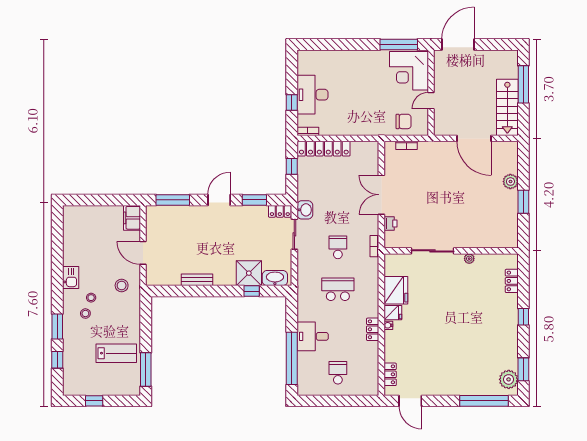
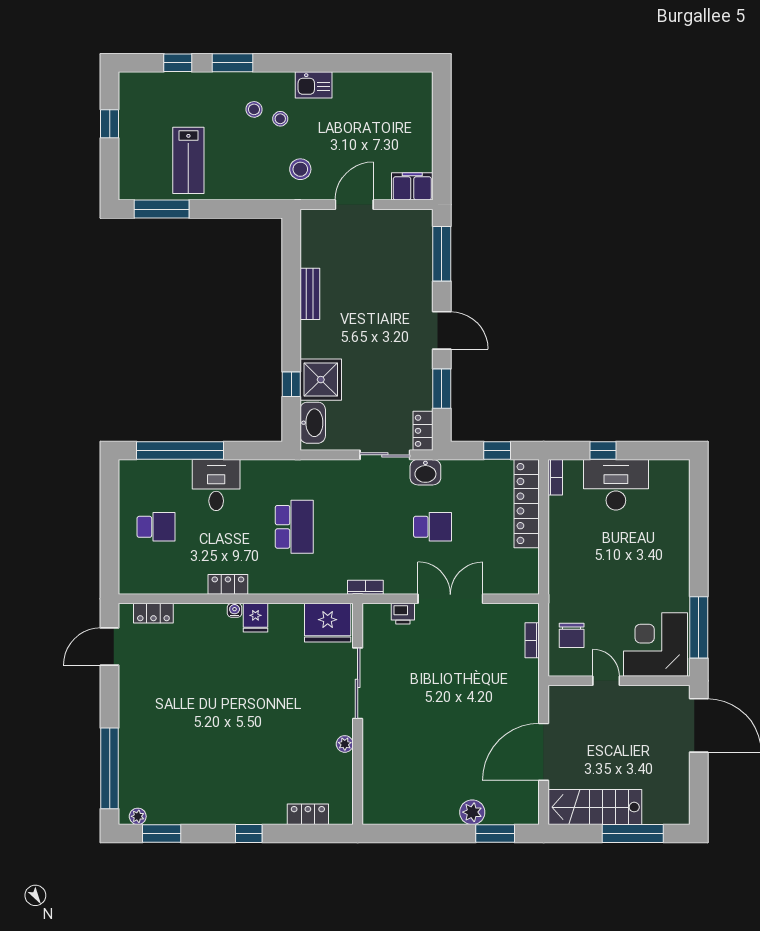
window: (523, 202) -> (495, 834), moved
school desk: (338, 247) -> (432, 527), moved
fridge: (396, 290) -> (328, 623), moved
plant: (509, 379) -> (138, 816), width x0.53, depth x0.53

